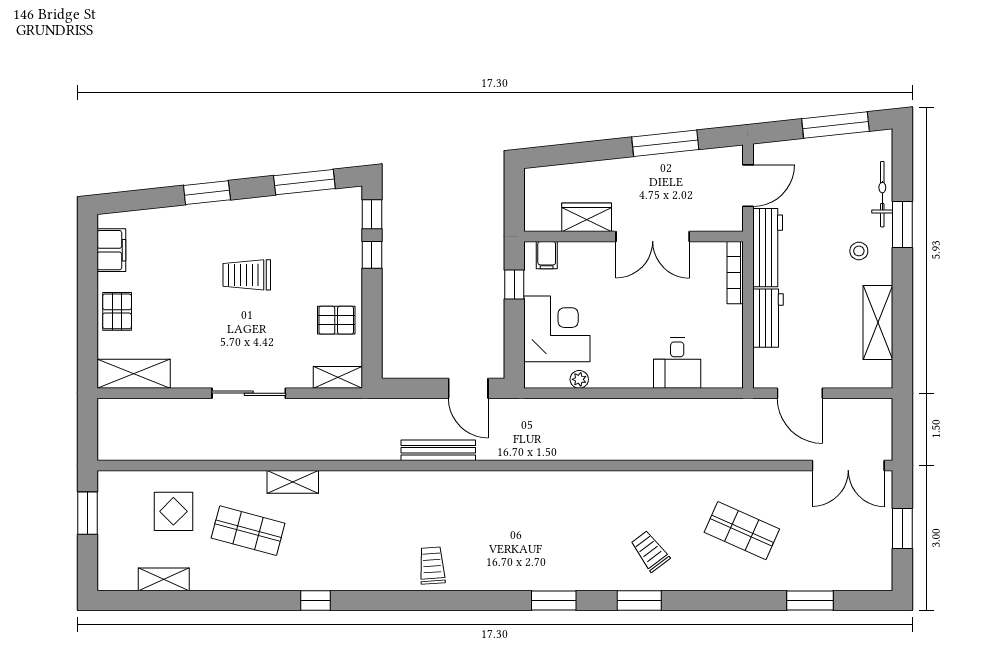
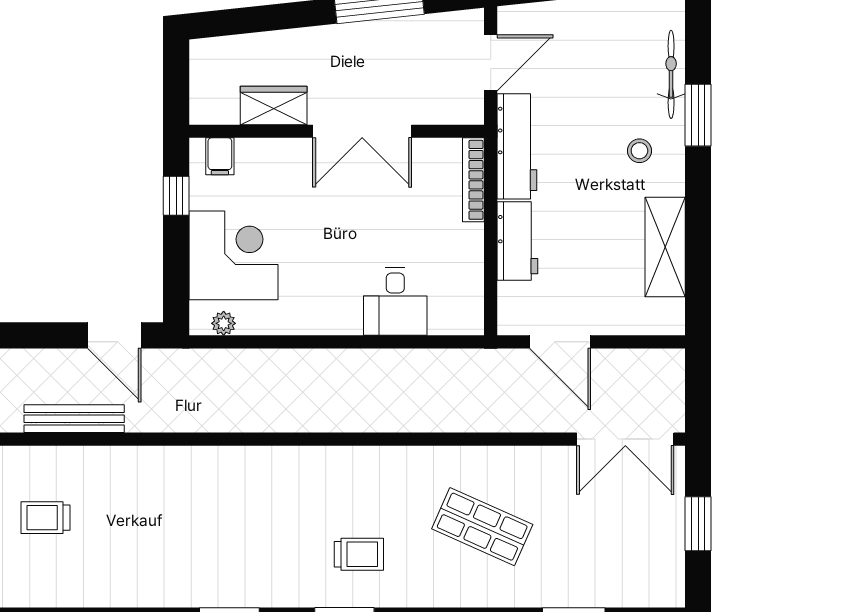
plant: (579, 379) -> (224, 323), moved
trolley: (650, 551) -> (359, 554), turned 127
trolley: (432, 566) -> (45, 518), moved, turned -86

